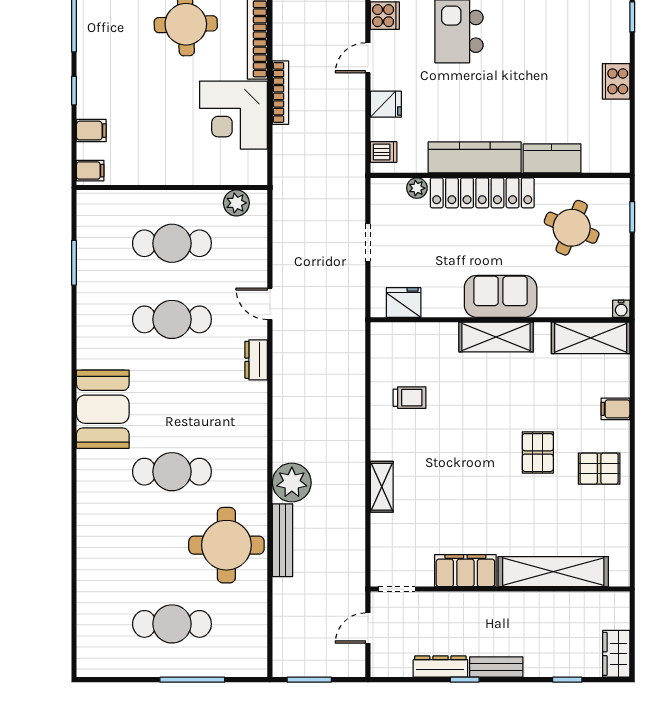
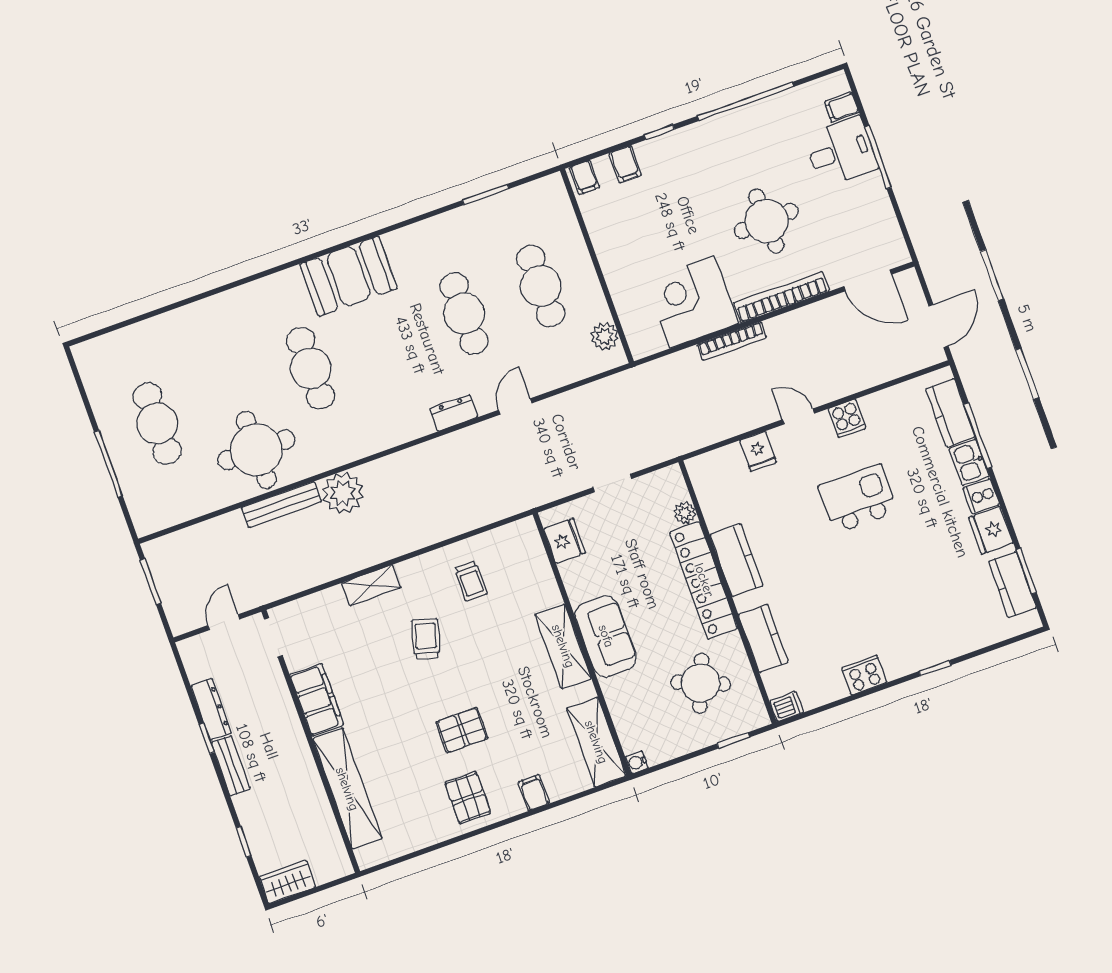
dishwasher: (384, 152) -> (787, 707), moved, turned -90
kitchen counter: (475, 157) -> (736, 560), width x0.67
trolley: (446, 455) -> (426, 639), added
door: (368, 628) -> (224, 622), hinge flipped

